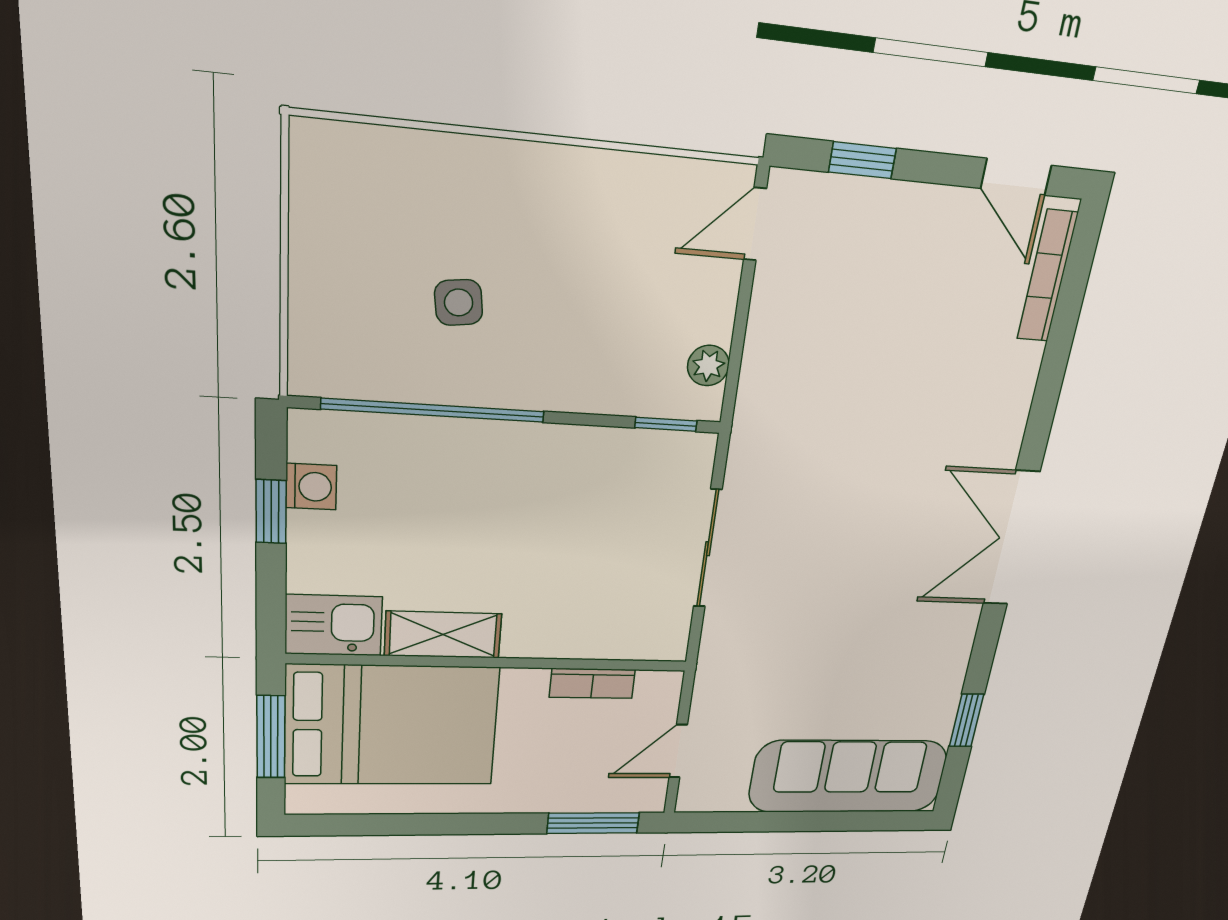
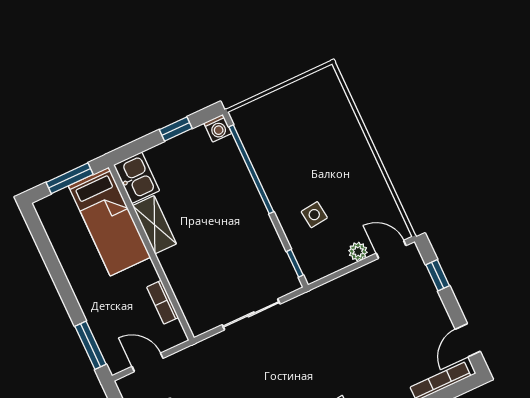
side table: (459, 303) -> (314, 215), moved
plant: (708, 366) -> (358, 252), moved
washing machine: (311, 487) -> (218, 128), moved
bed: (392, 726) -> (110, 222), width x0.67

